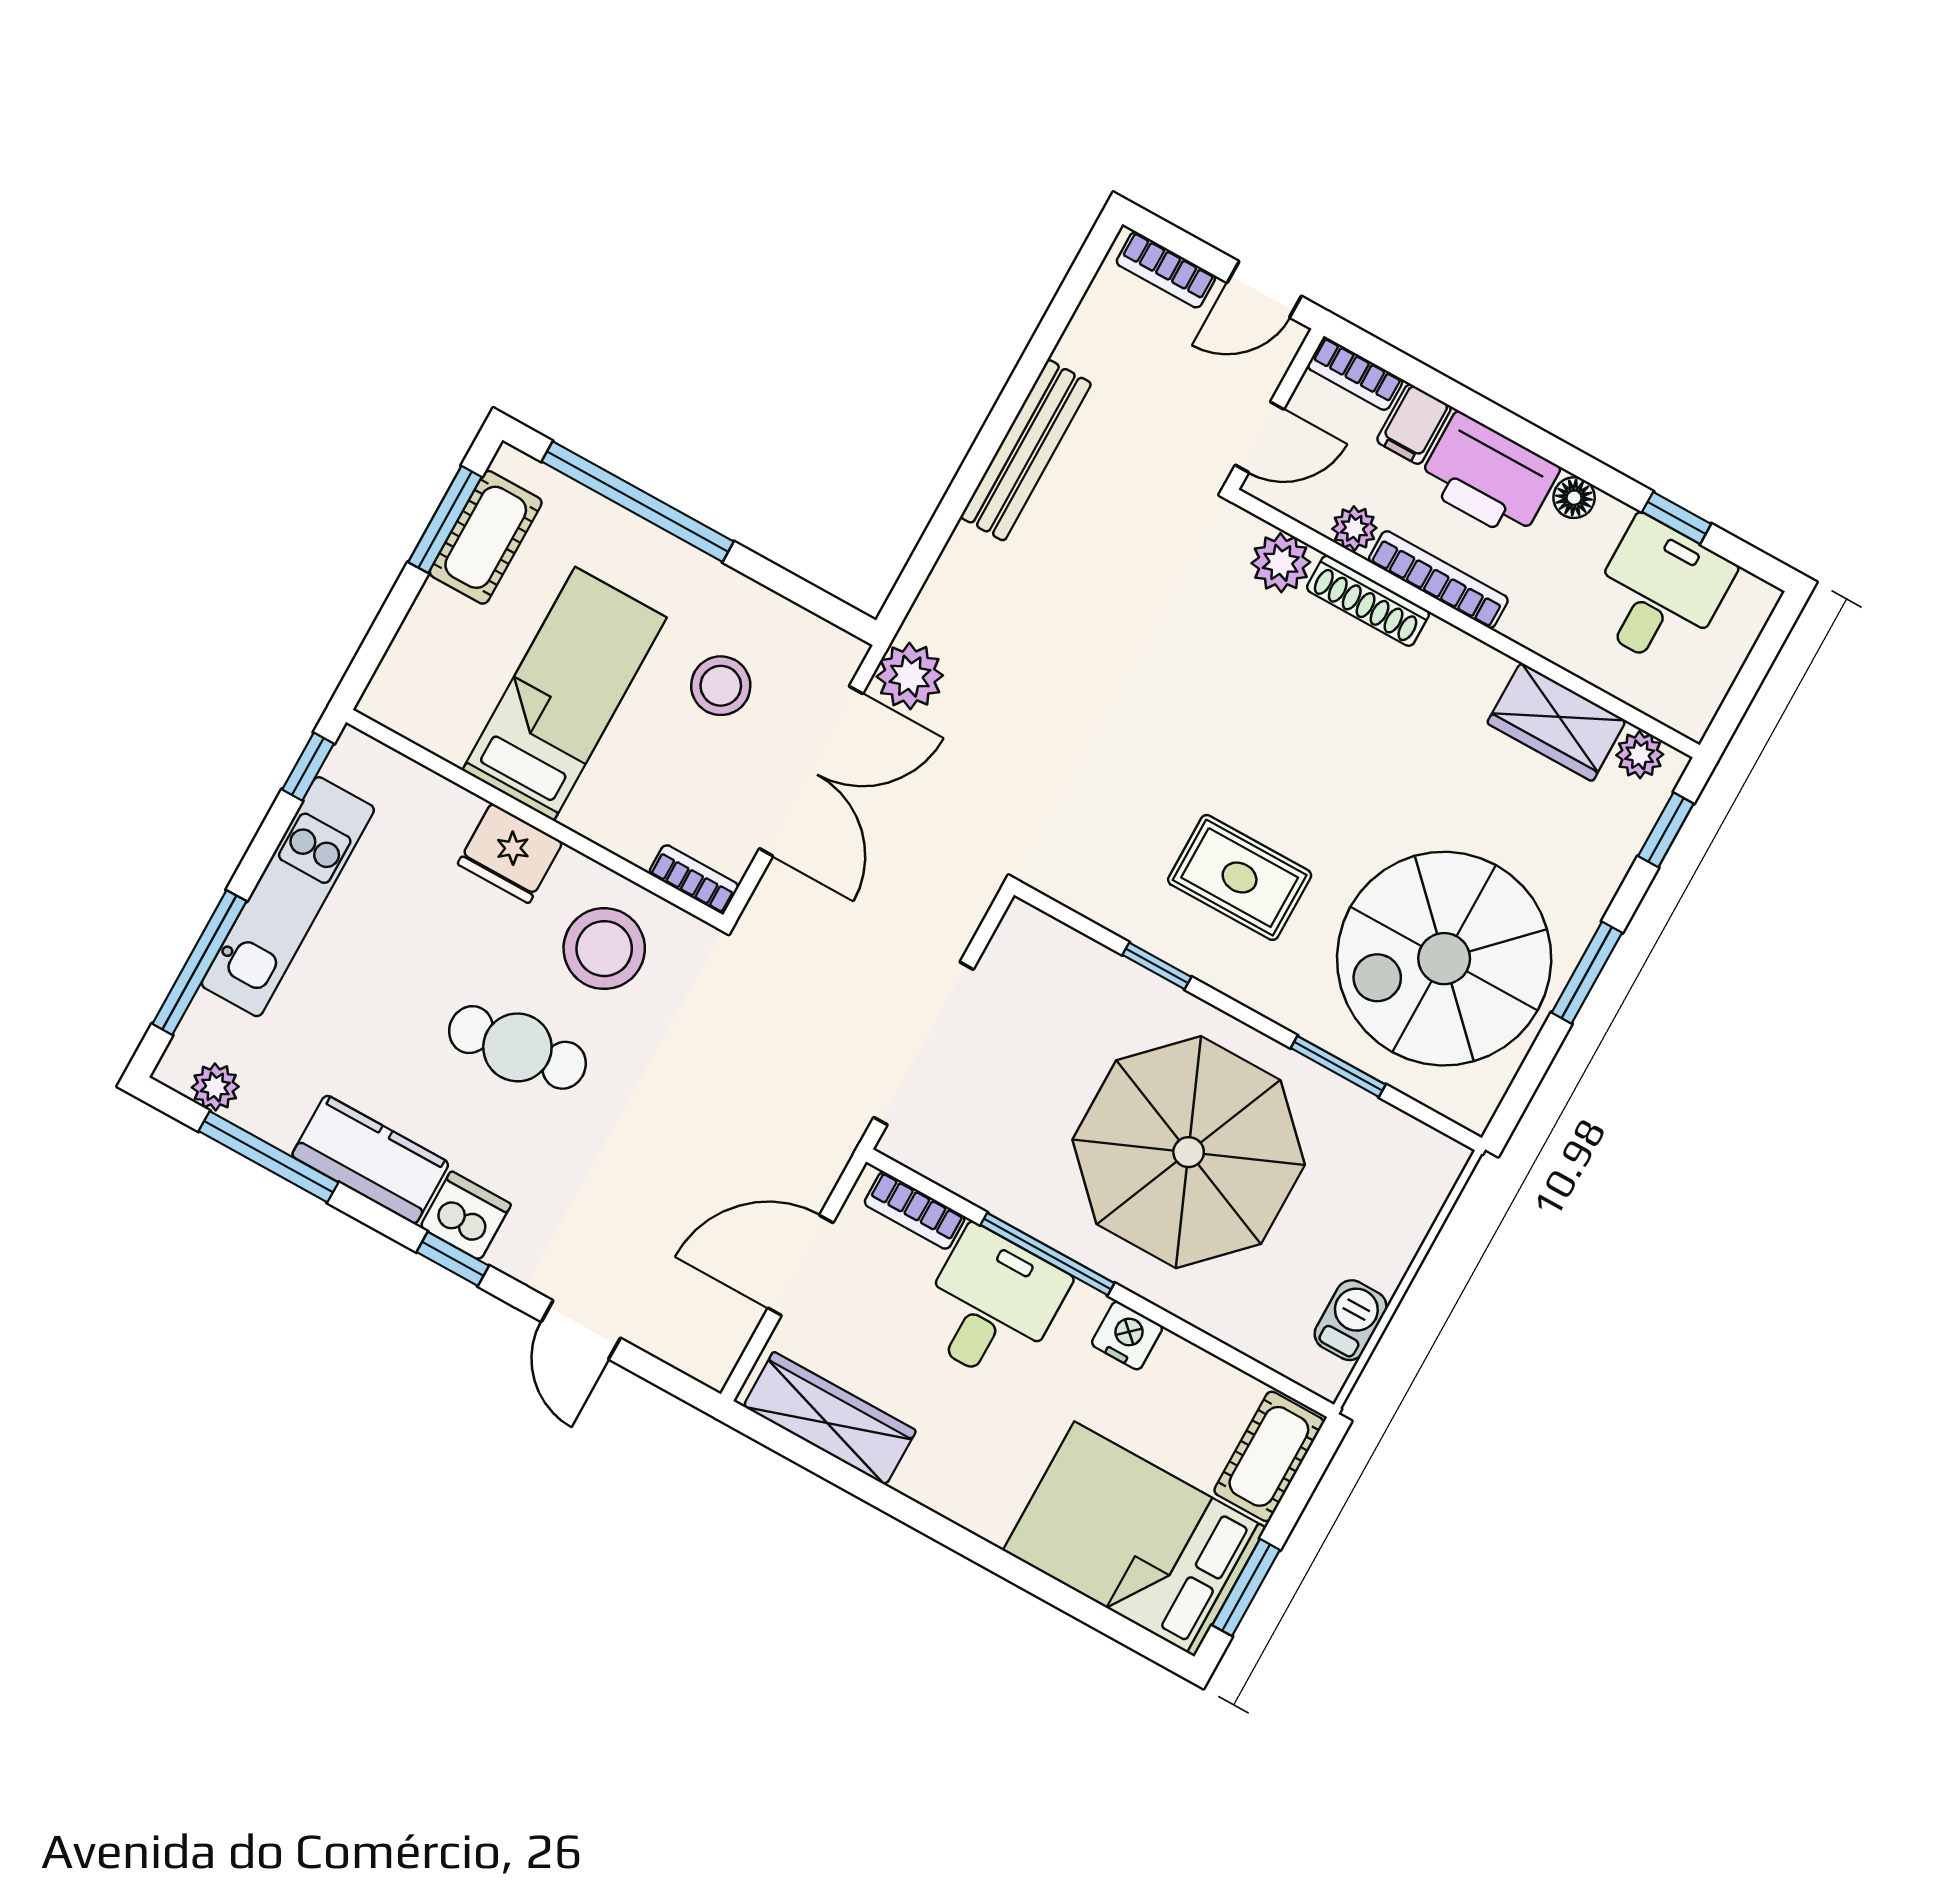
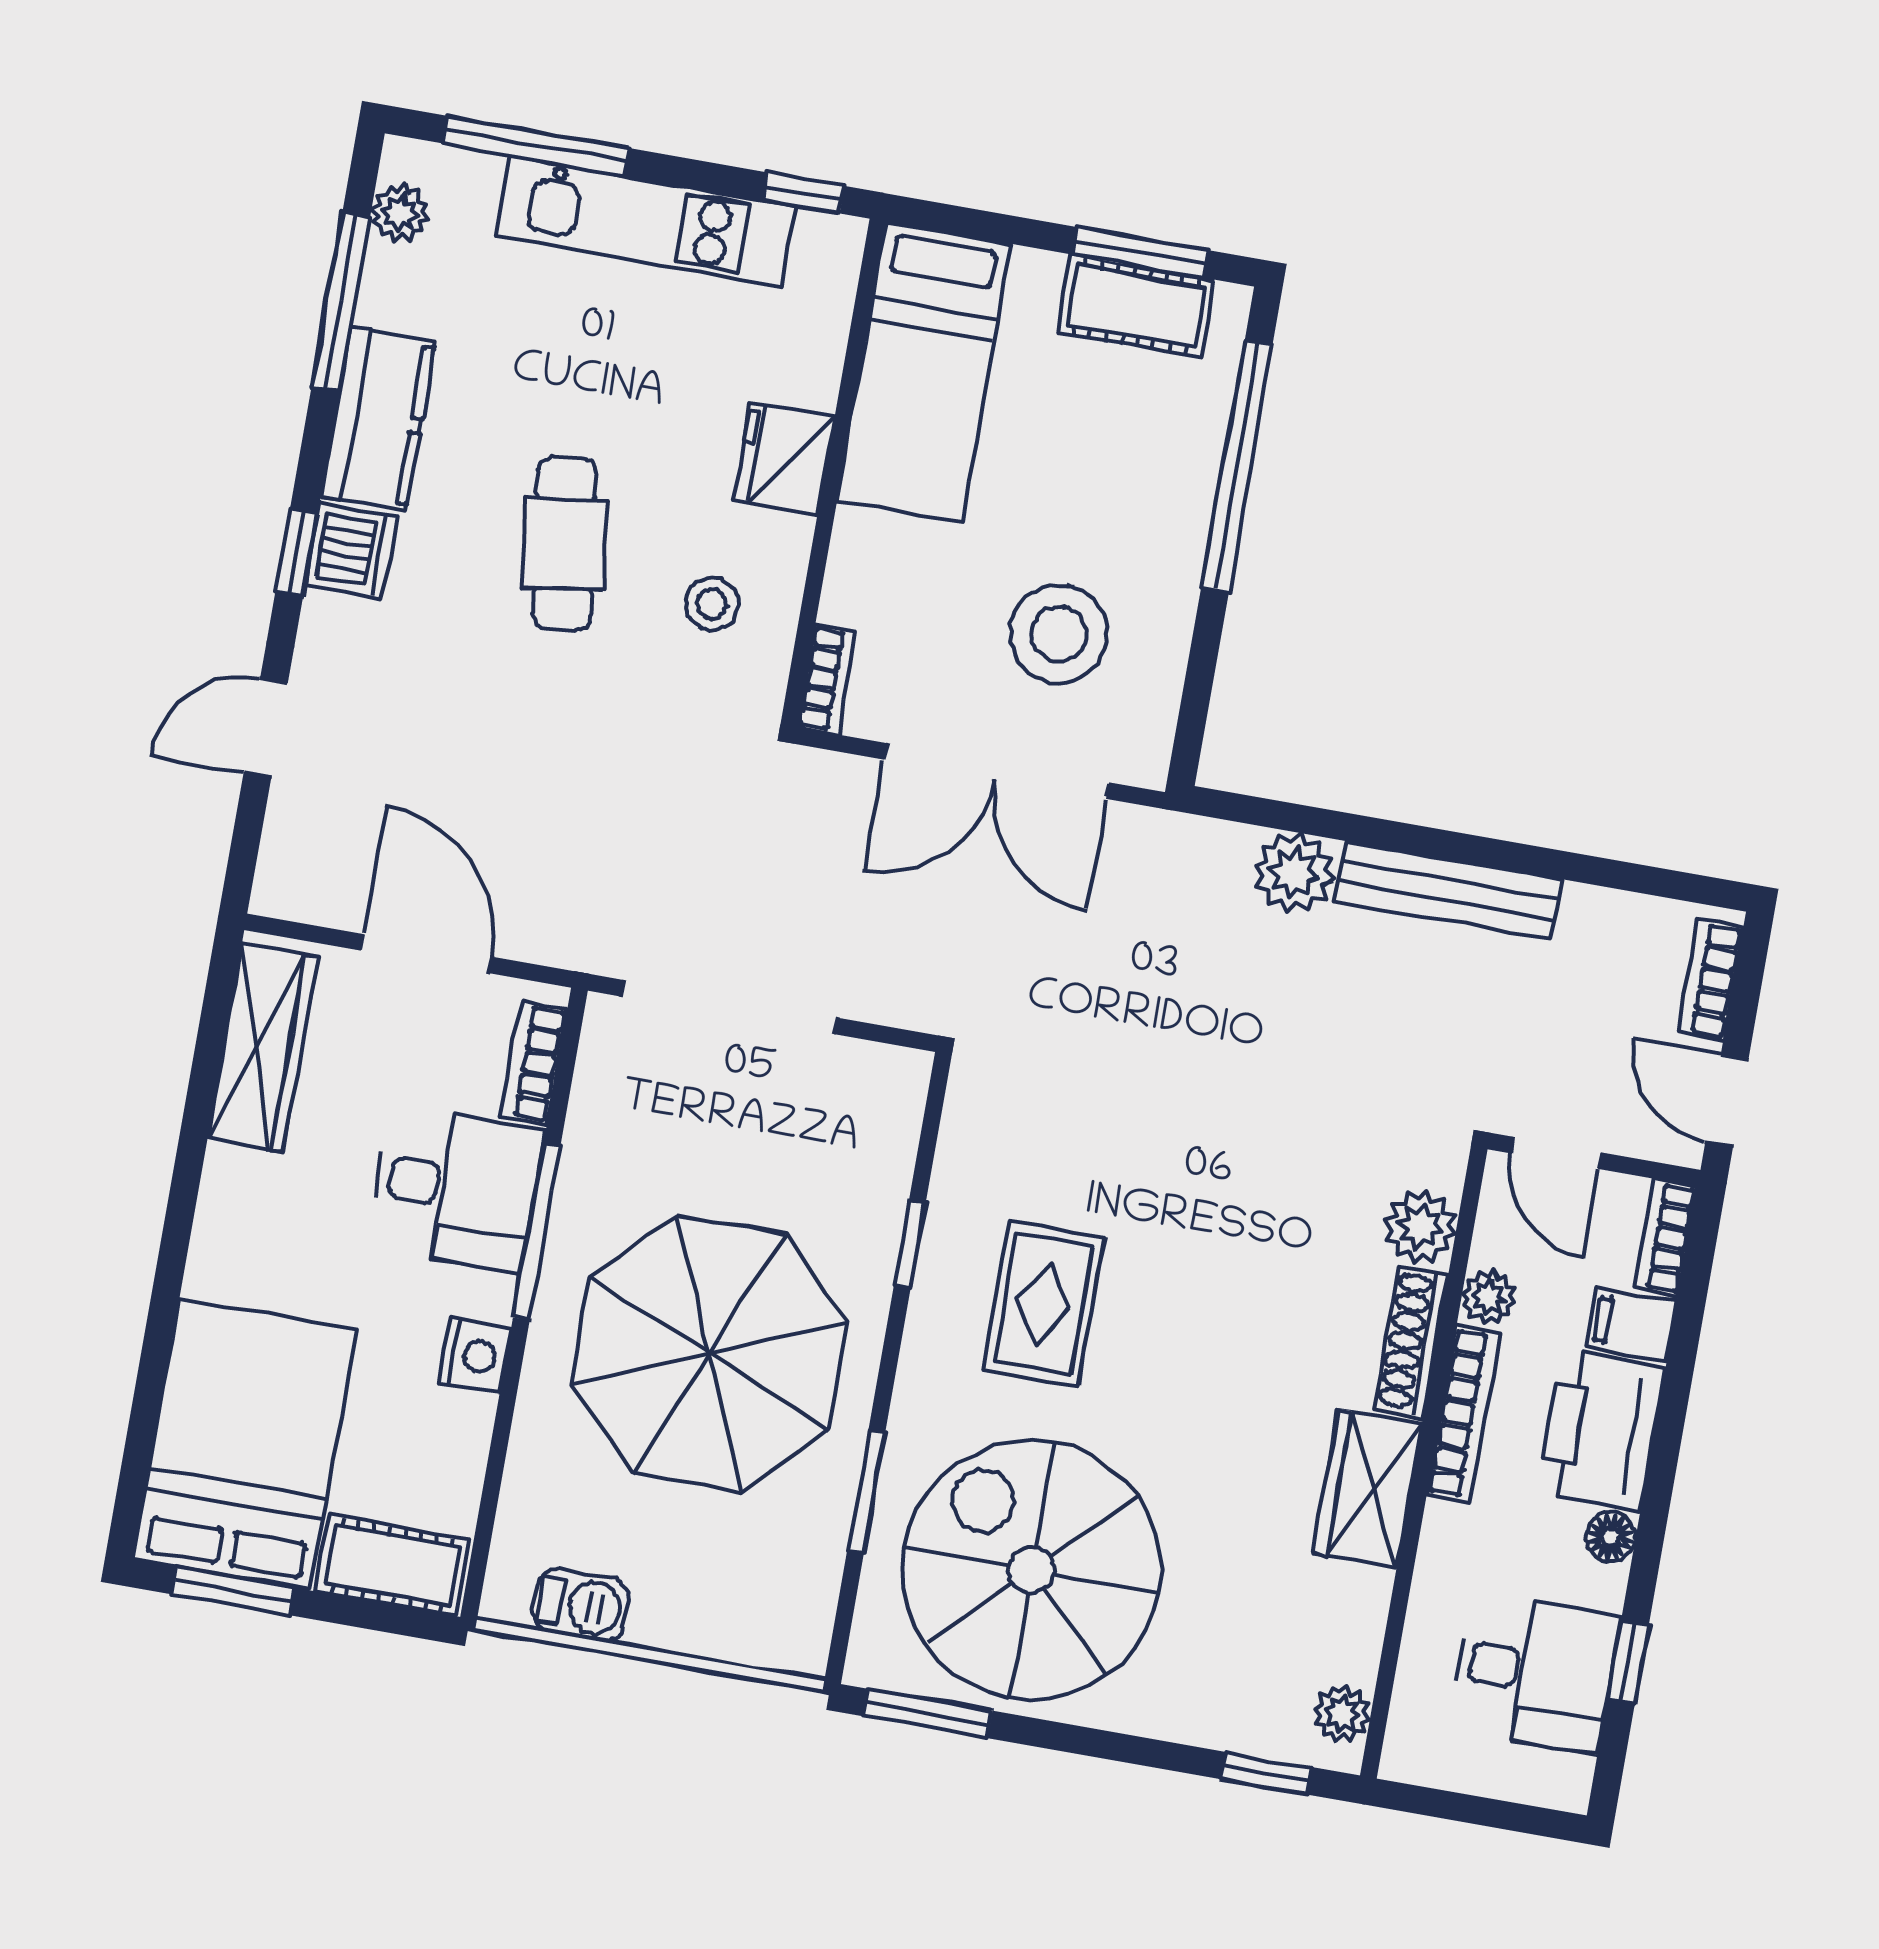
plant: (910, 676) -> (1294, 873), moved
stool: (721, 686) -> (1059, 634), width x1.38, depth x1.38
bed: (564, 694) -> (924, 372), moved, turned 90
wardrobe: (1557, 722) -> (1367, 1488), moved
stool: (604, 949) -> (712, 604), width x0.53, depth x0.53
window: (1587, 973) -> (928, 1714), moved

